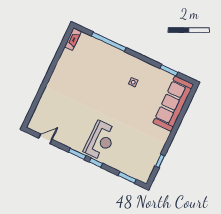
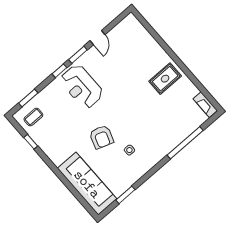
rug: (66, 79) -> (165, 79), added
armchair: (133, 108) -> (101, 137), added
door: (45, 139) -> (97, 38), moved
coffee table: (140, 167) -> (33, 117), added

